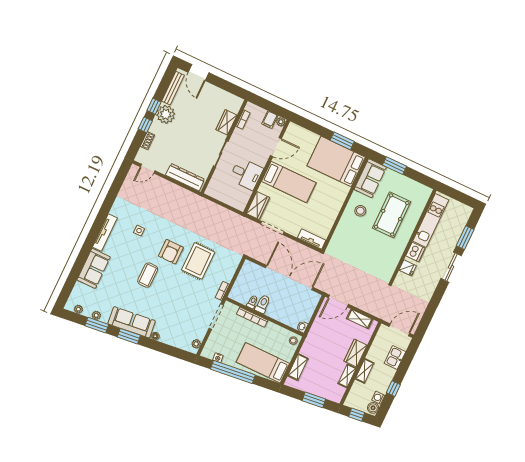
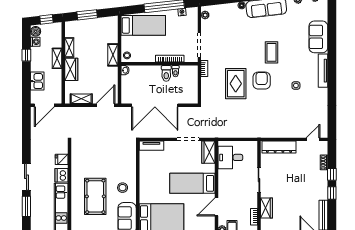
plant: (166, 114) -> (319, 191), removed
desk: (246, 174) -> (230, 157), moved
shelving: (298, 367) -> (113, 55), moved

